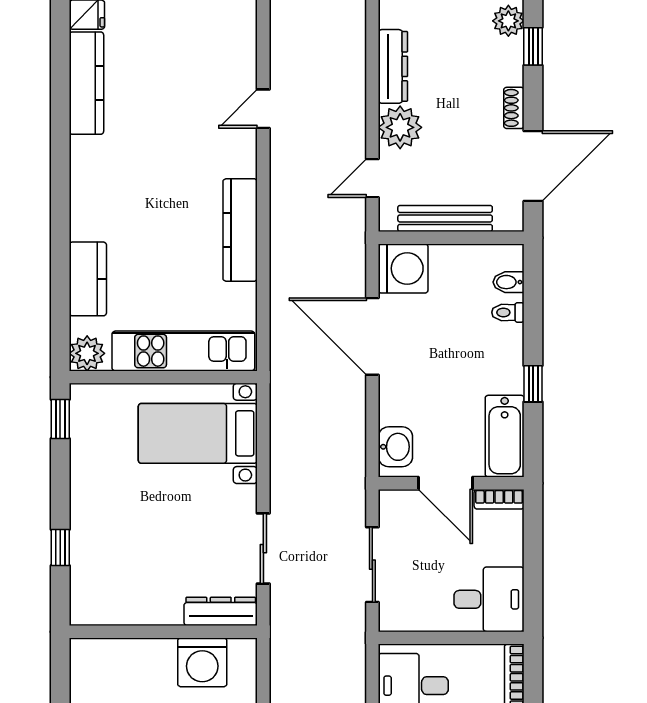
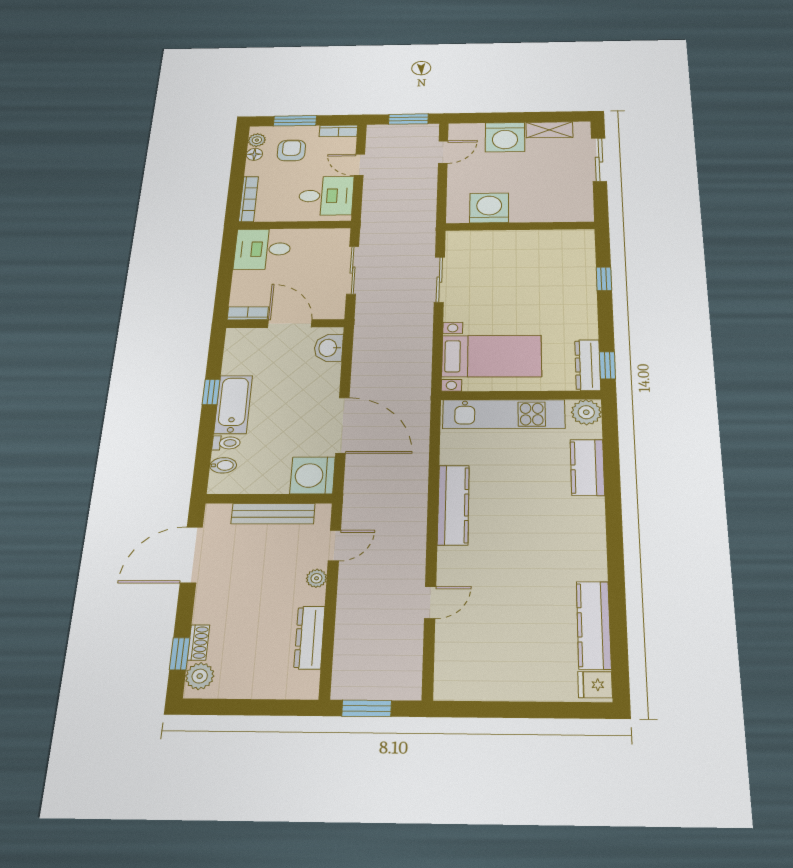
shoe rack: (514, 108) -> (198, 642), moved
plant: (400, 127) -> (316, 578), width x0.53, depth x0.53
bathtub: (505, 436) -> (233, 405), moved
dresser: (221, 611) -> (588, 365), moved, turned 90

